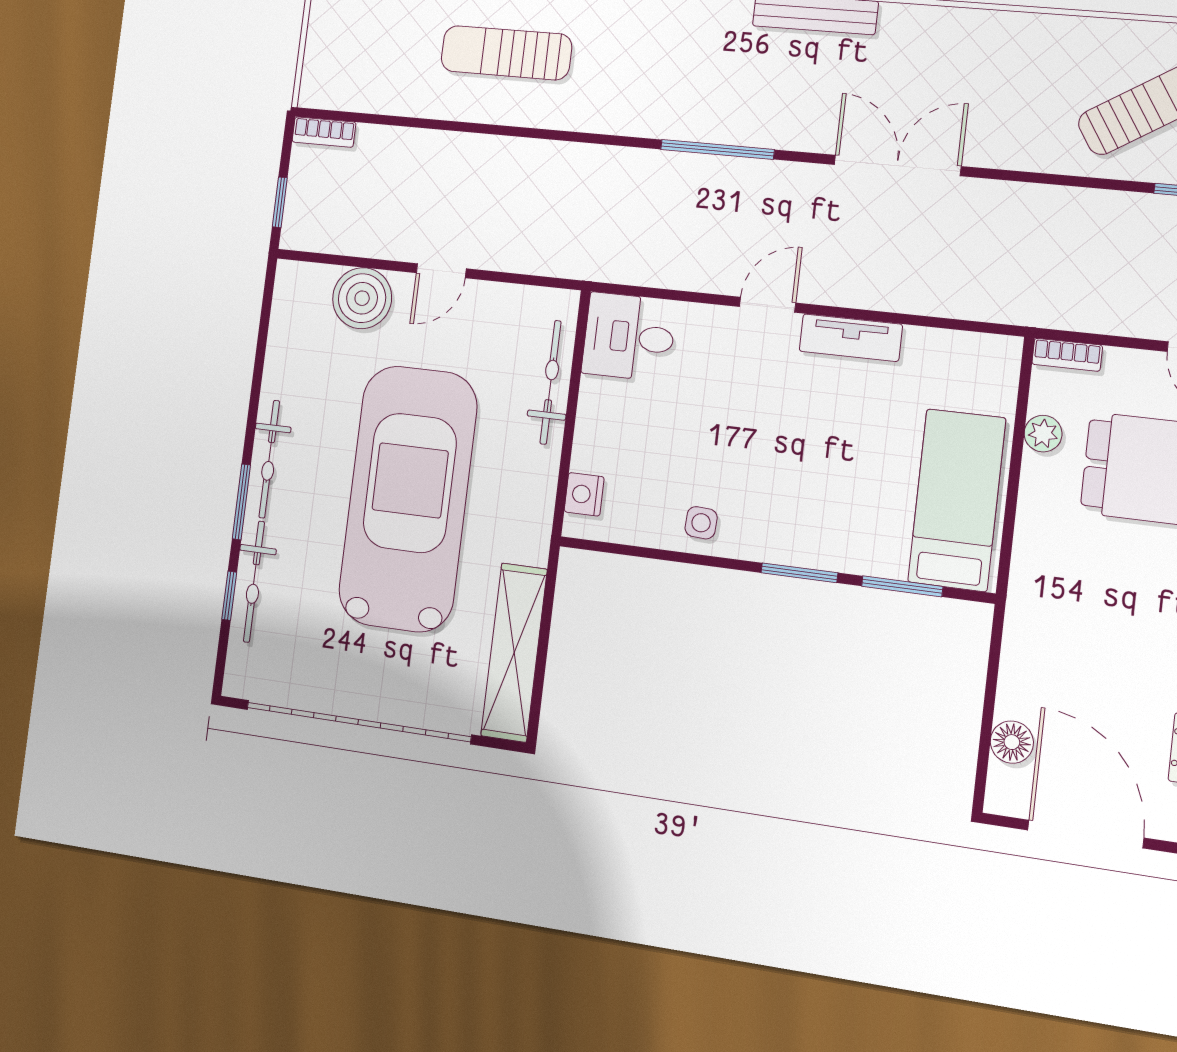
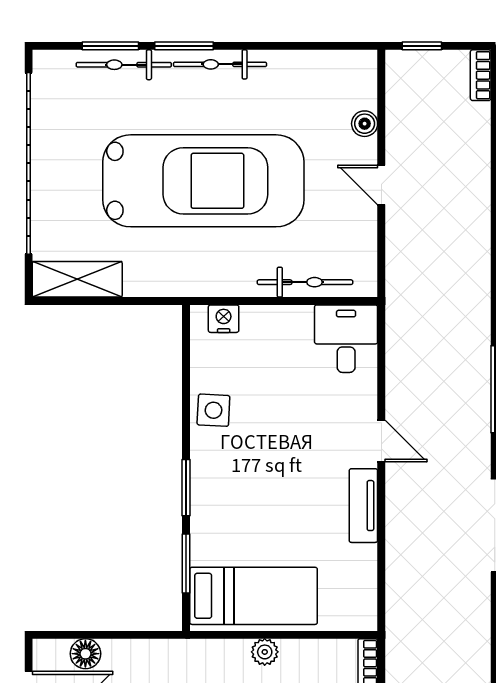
boiler: (362, 298) -> (365, 124), width x0.54, depth x0.54
plant: (1043, 434) -> (265, 652), moved
side table: (701, 523) -> (213, 410), width x1.37, depth x1.37
window: (229, 596) -> (110, 46), width x1.50
shelving: (514, 652) -> (77, 279), width x0.68

